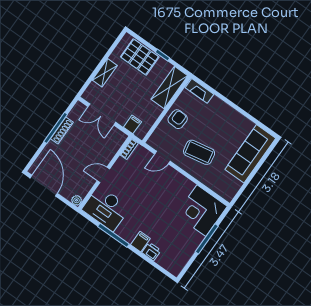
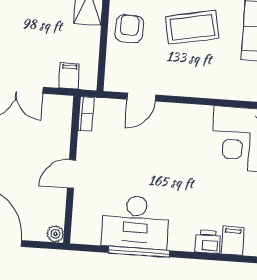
coffee table: (199, 152) -> (192, 27), moved
desk: (106, 209) -> (136, 222), moved
filing cabinet: (140, 242) -> (232, 241), moved

